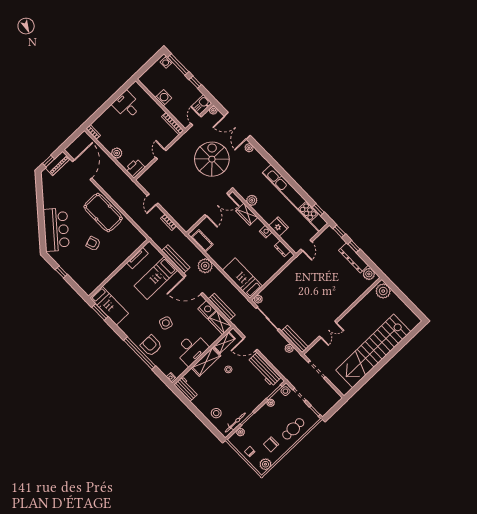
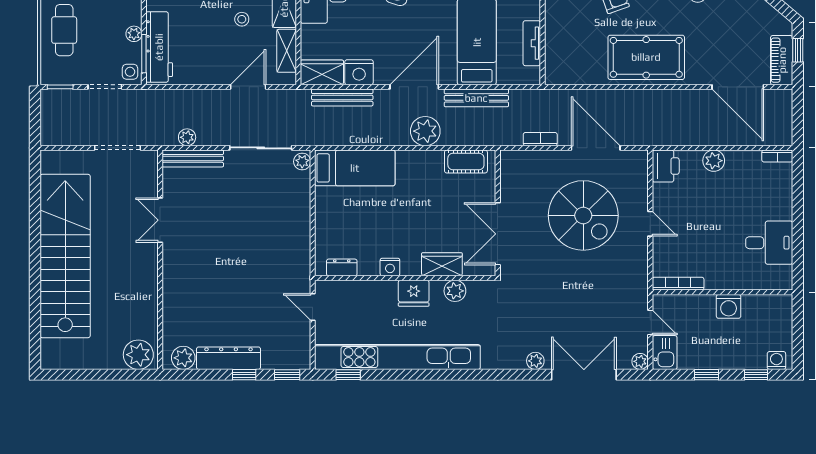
window: (178, 65) -> (756, 375), width x0.46
spiral stairs: (212, 159) -> (583, 215), moved
door: (153, 199) -> (596, 148), width x1.88
fridge: (279, 226) -> (414, 293), moved
workbench: (264, 369) -> (159, 47), moved, turned 90

